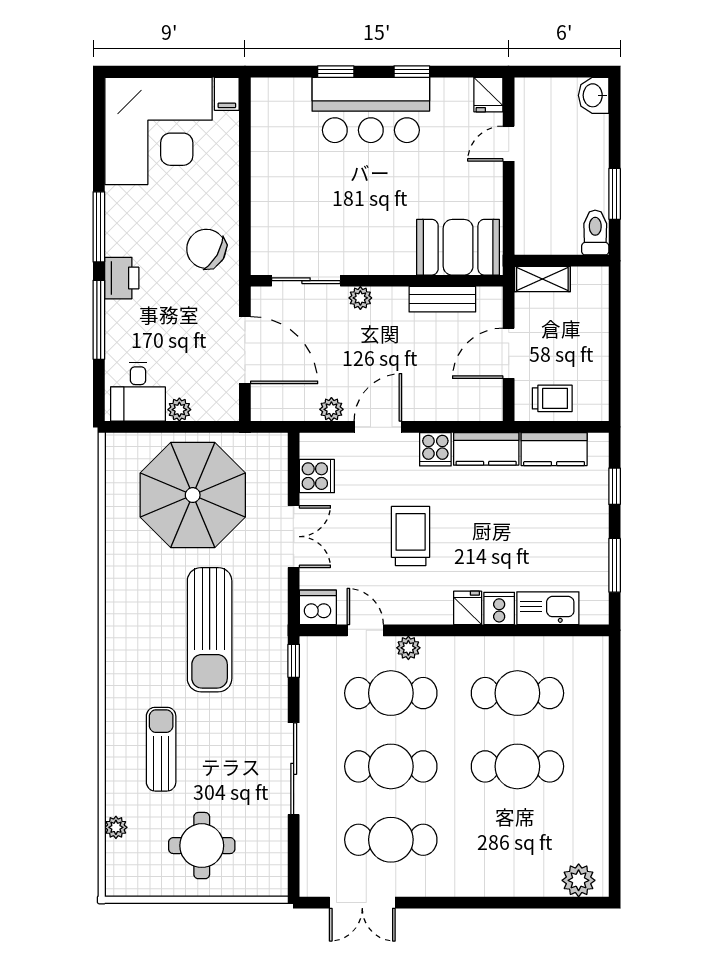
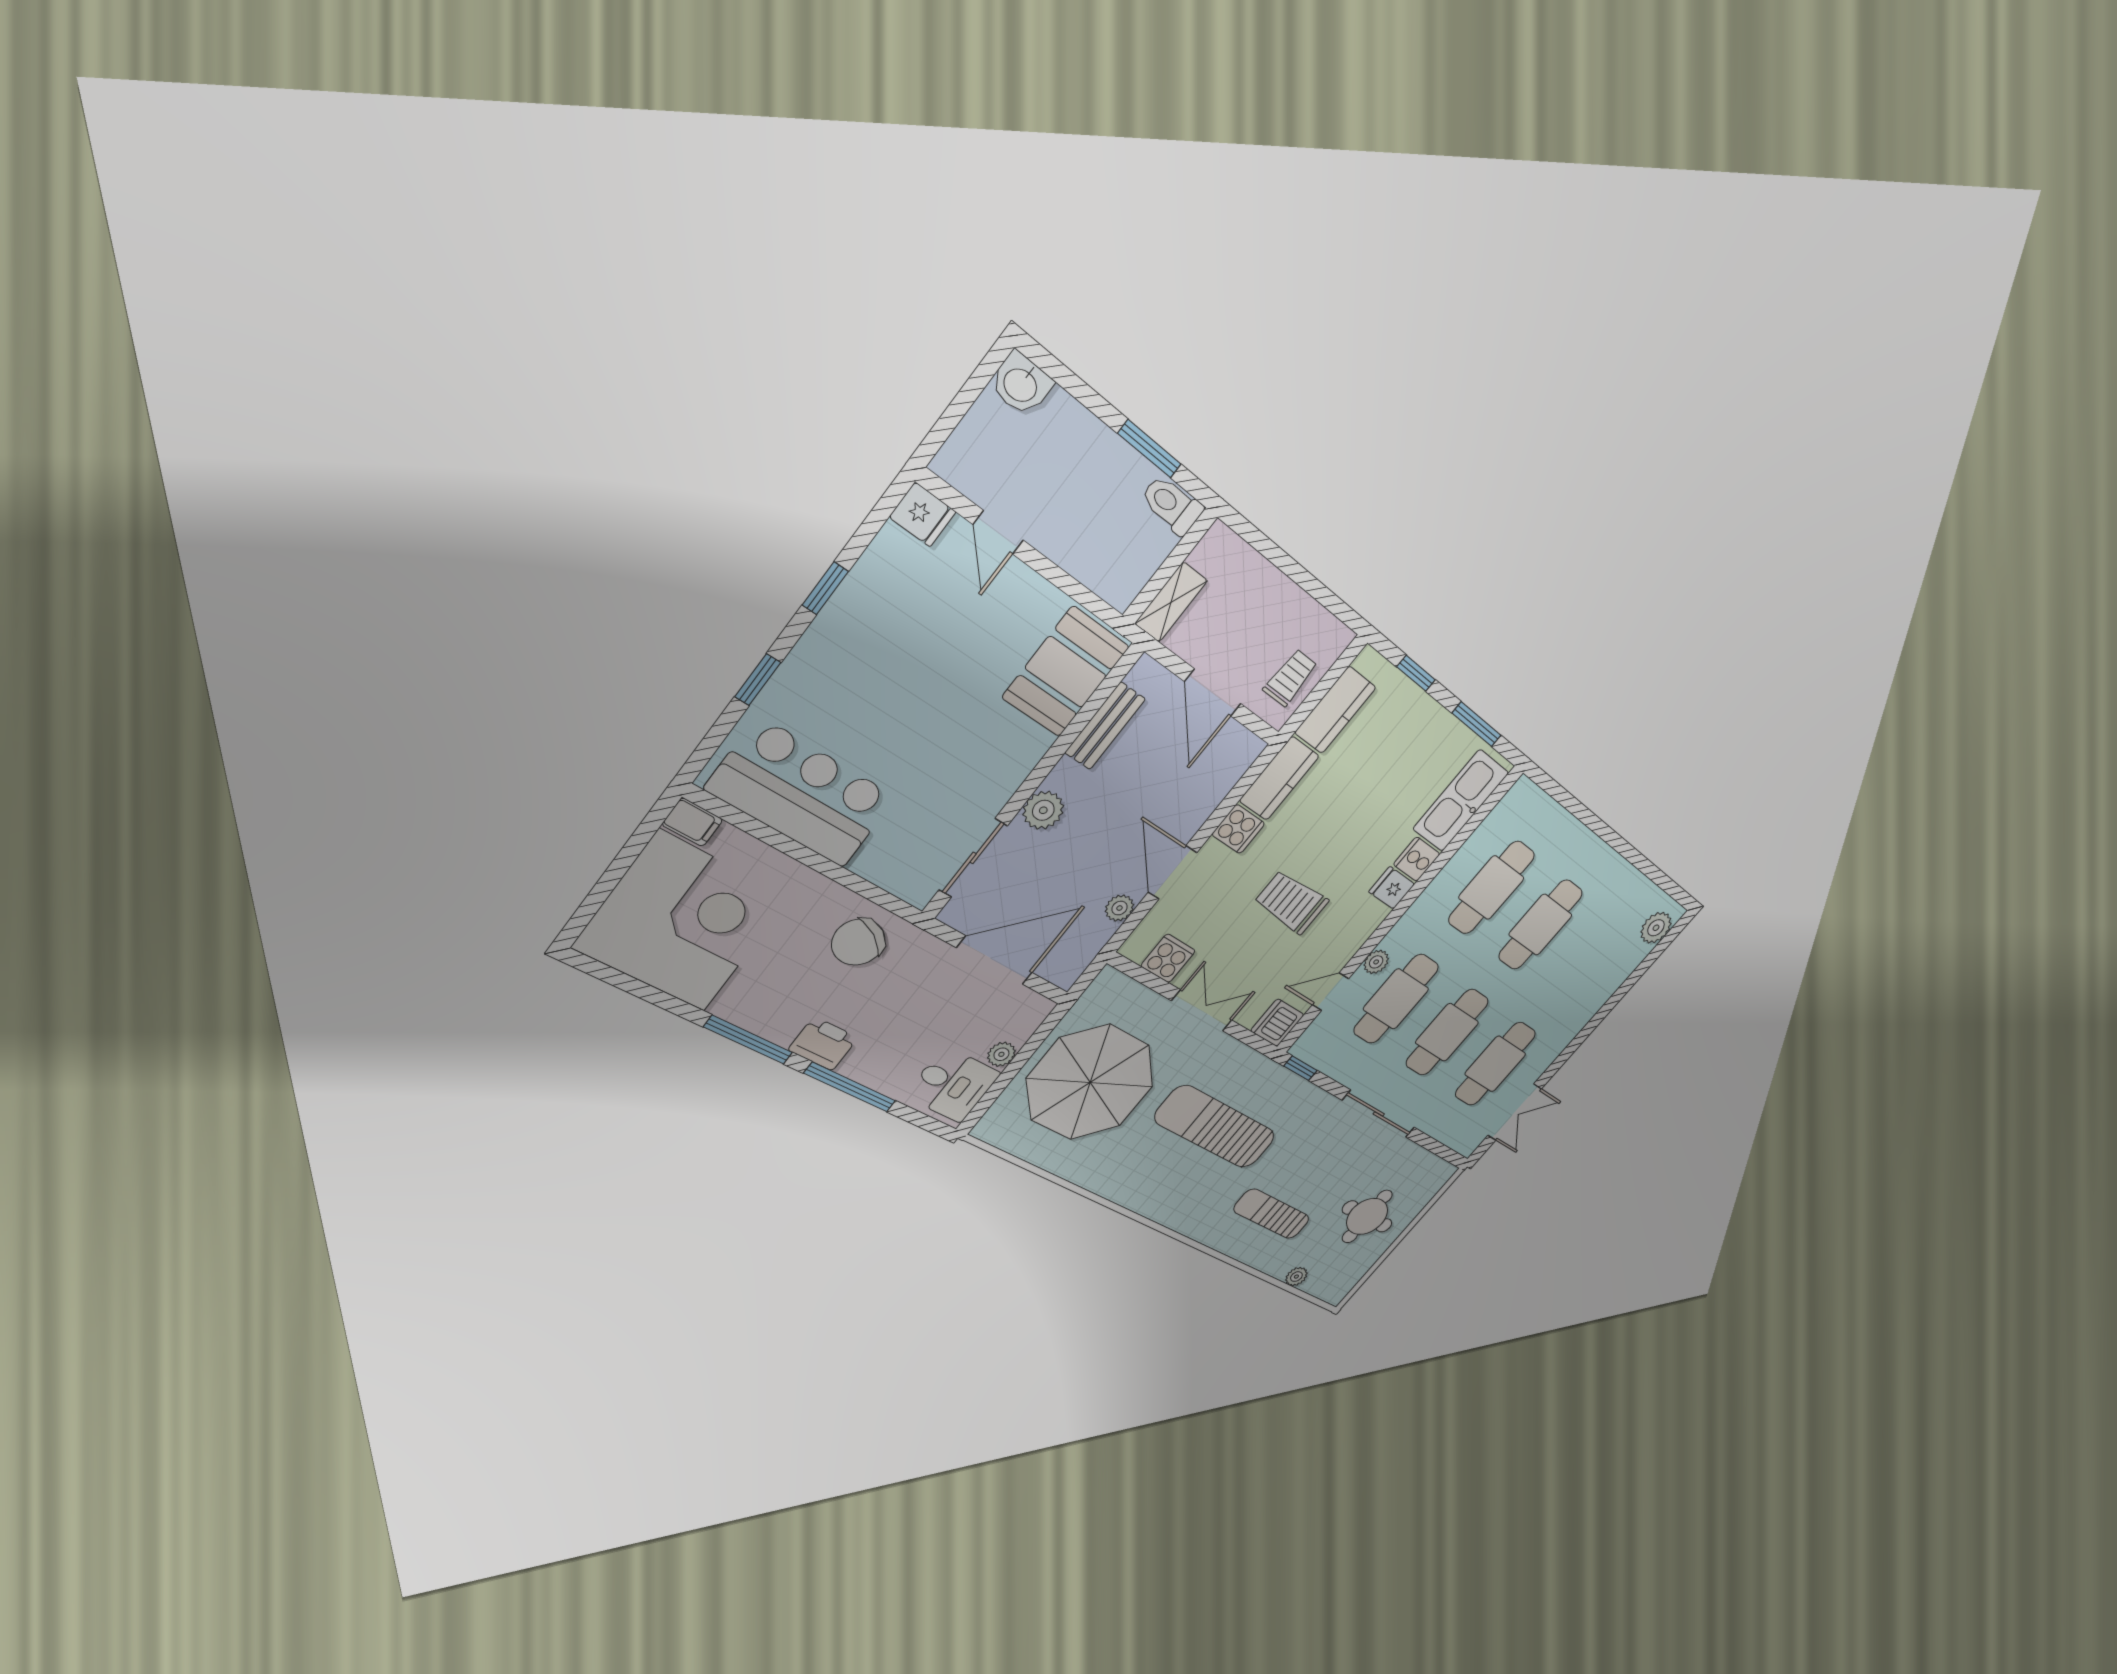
bar counter: (371, 110) -> (802, 793), moved, turned -90
plant: (360, 298) -> (1043, 810), width x1.38, depth x1.38
kitchen sink: (548, 608) -> (1461, 801), width x1.36, depth x1.24
sun lounger: (210, 630) -> (1215, 1127), turned 180

